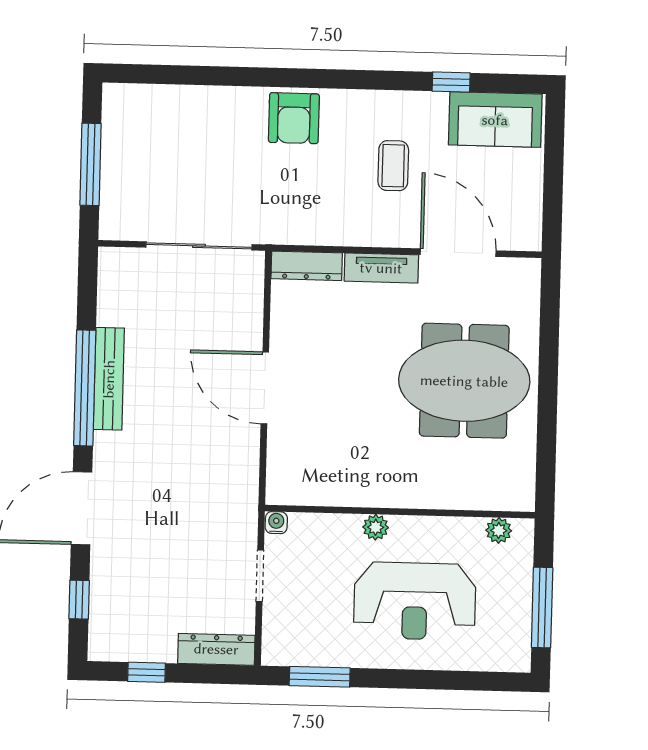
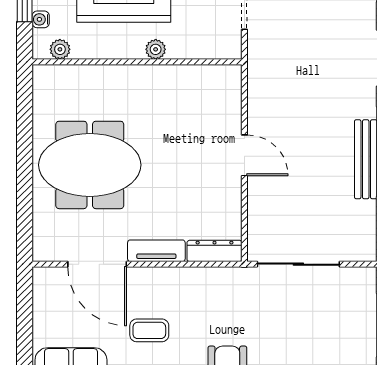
coffee table: (393, 166) -> (149, 330), turned 90
door: (265, 388) -> (244, 155), width x0.73
water cooler: (276, 523) -> (41, 19), moved, turned 90

